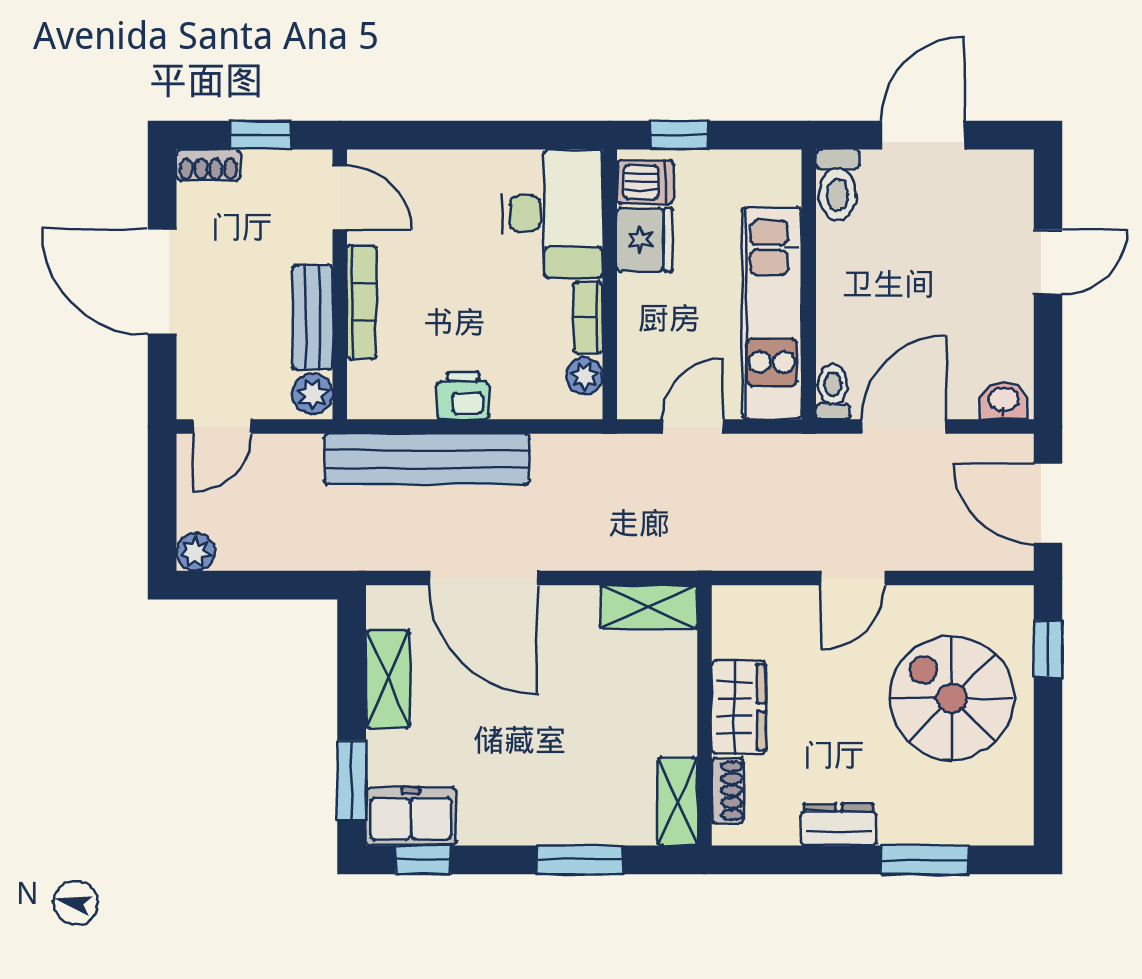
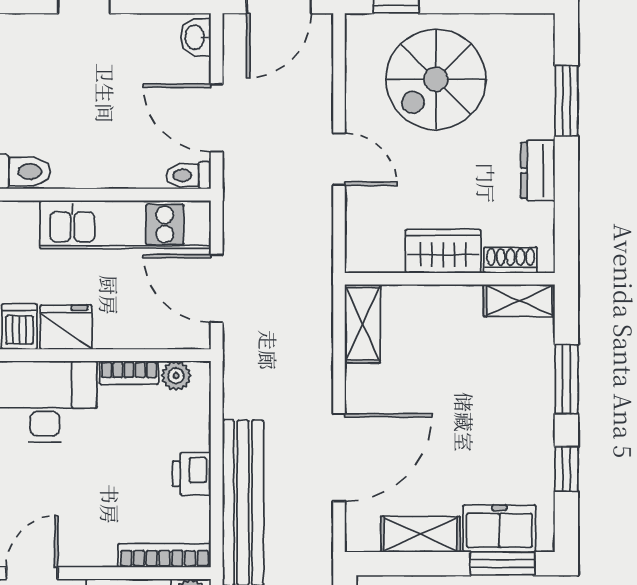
bookcase: (362, 302) -> (164, 555), moved
door: (693, 426) -> (217, 288), width x1.38
freezer: (411, 816) -> (499, 528), moved, turned 90
window: (423, 860) -> (566, 469), moved

